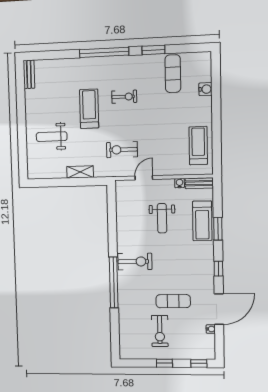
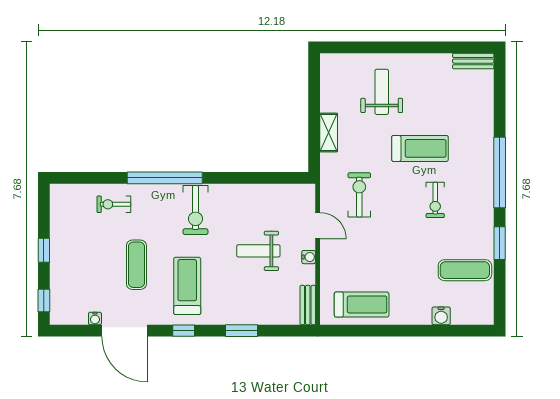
water cooler: (180, 183) -> (309, 257), moved
treadmill: (202, 221) -> (187, 286), moved, turned 90
exercise bike: (160, 331) -> (114, 204), moved, width x0.73, depth x0.72

